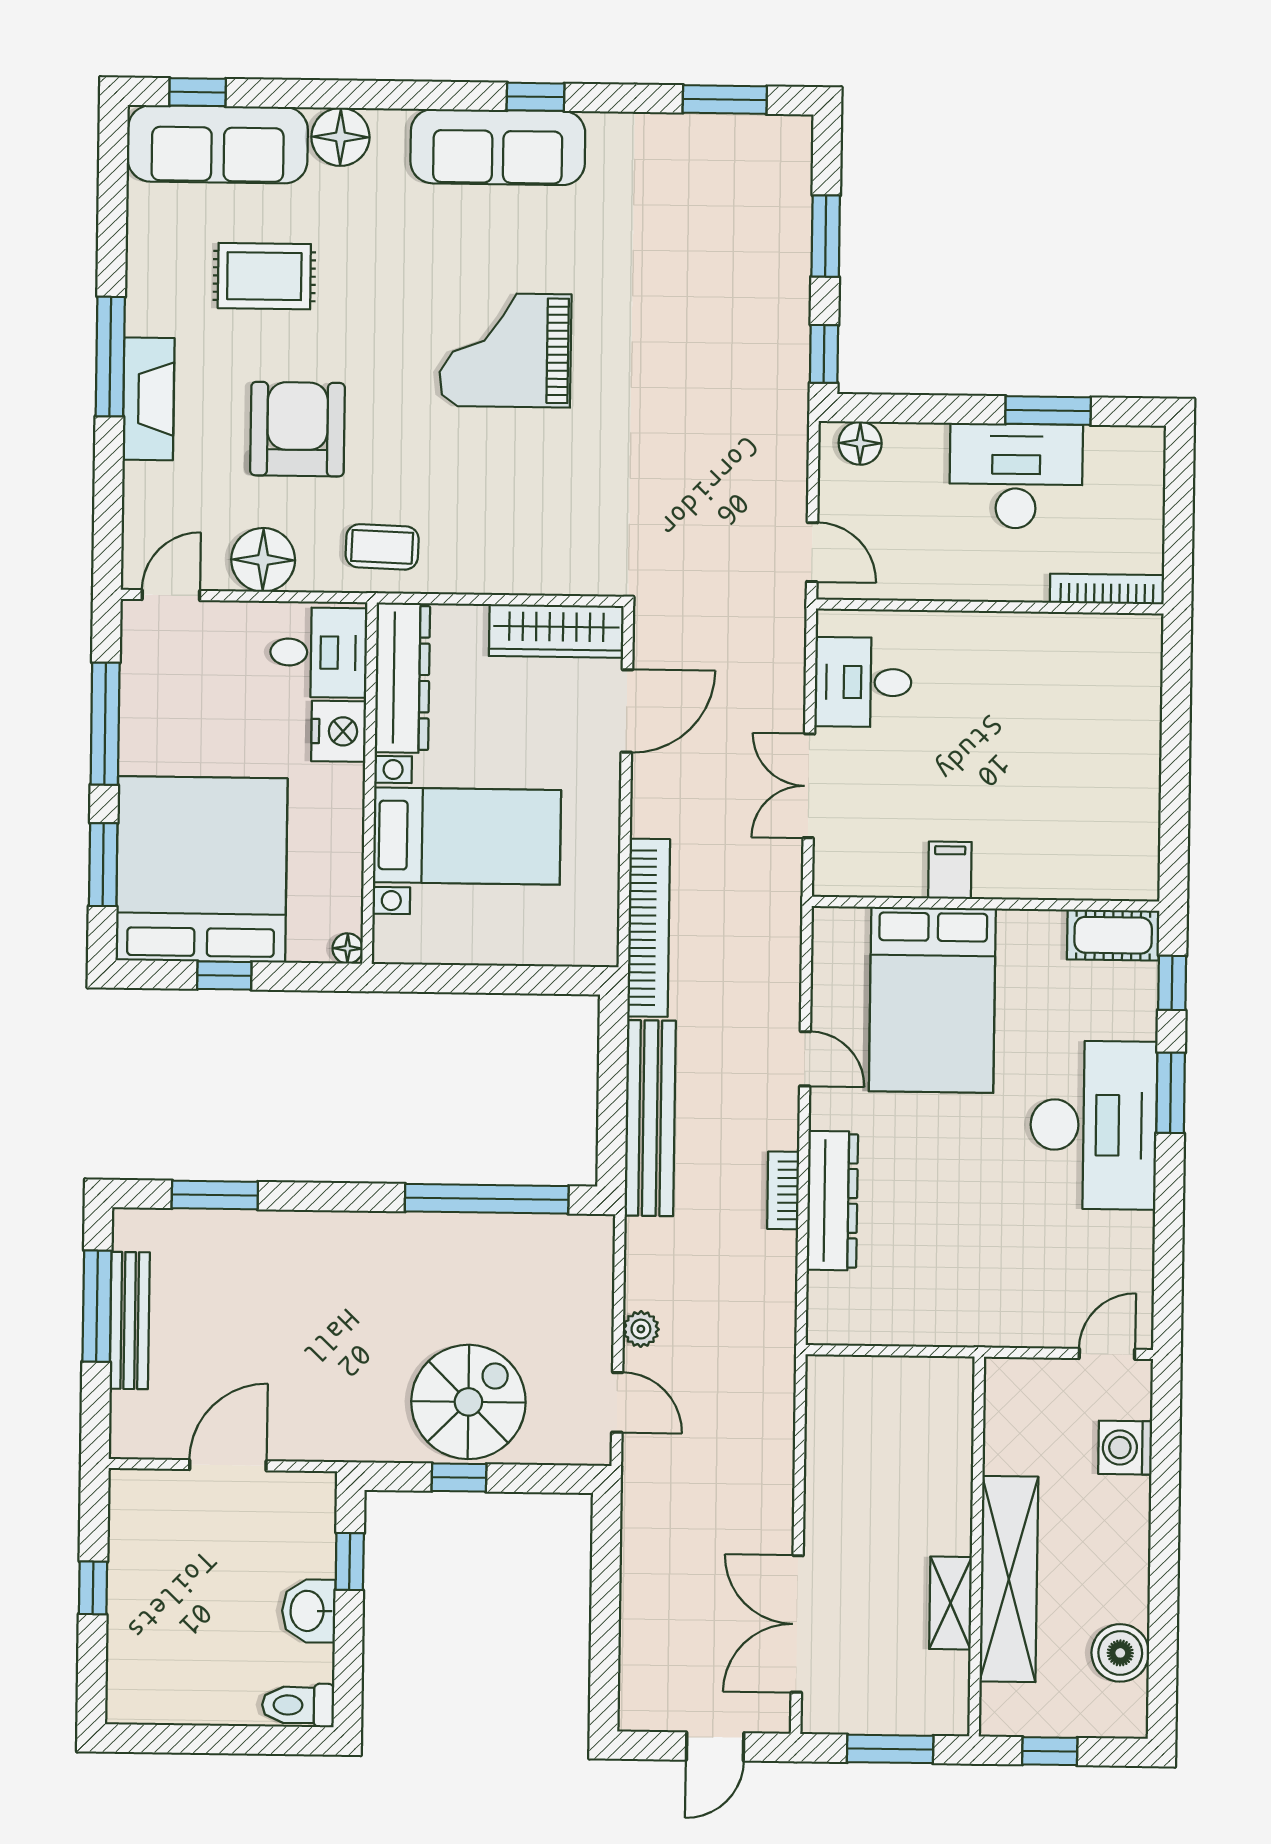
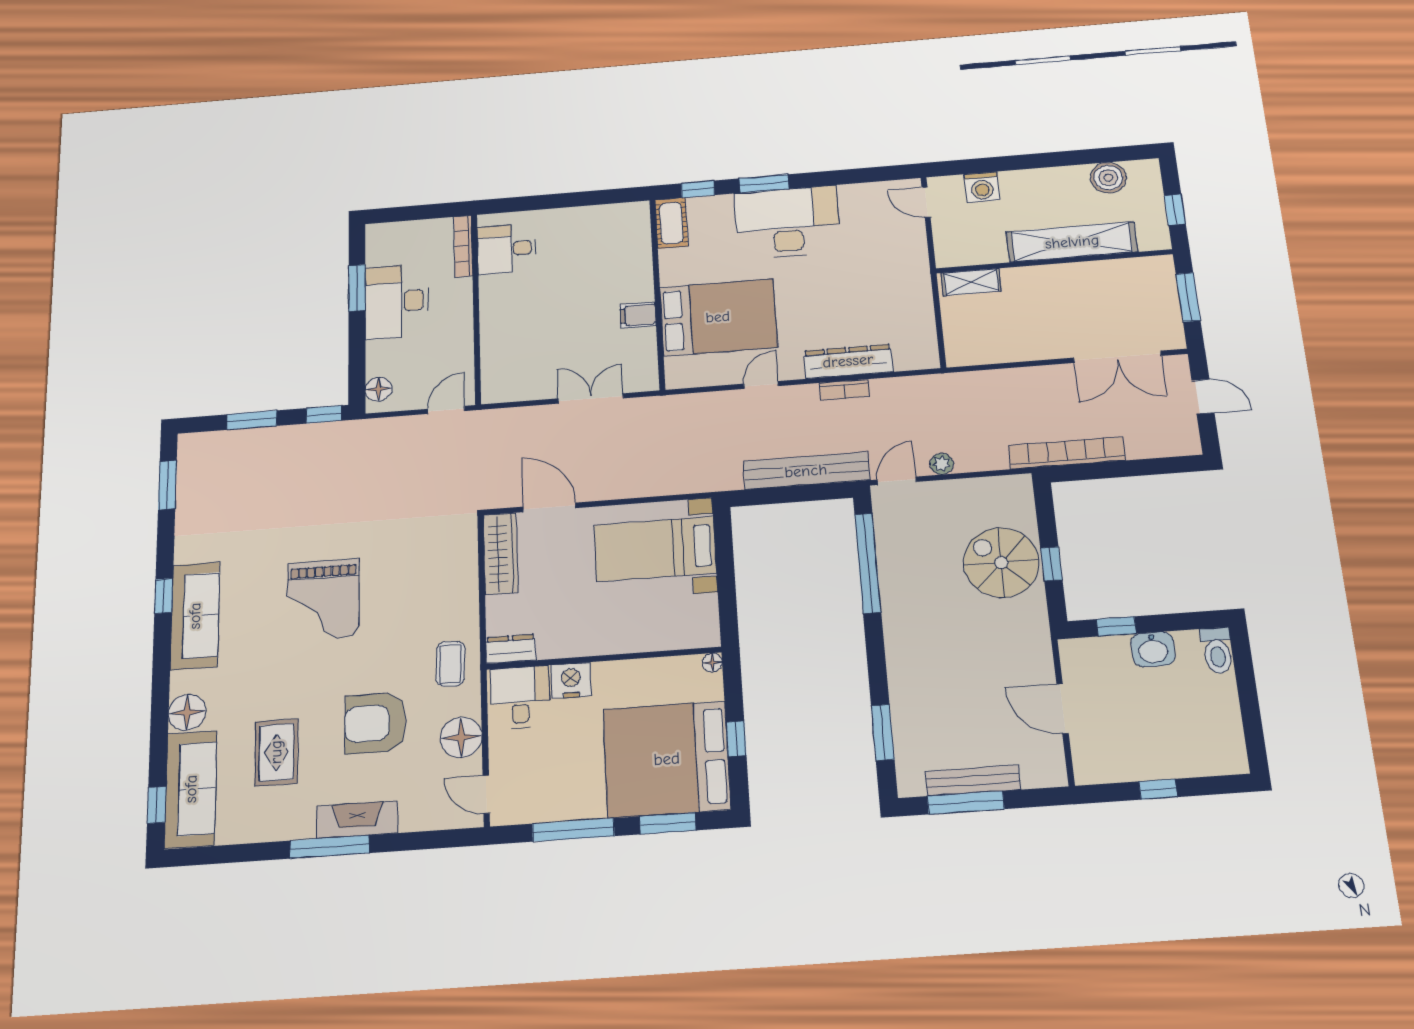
dresser: (402, 678) -> (511, 649), width x0.51, depth x0.80
desk: (863, 682) -> (507, 249), moved, turned 90
double door: (809, 786) -> (591, 398), swing flipped
bed with nightstands: (467, 836) -> (655, 549), moved, turned -90
bookcase: (649, 928) -> (1067, 453), moved
door: (617, 1402) -> (897, 481), moved
shelving: (950, 1603) -> (971, 282), moved

